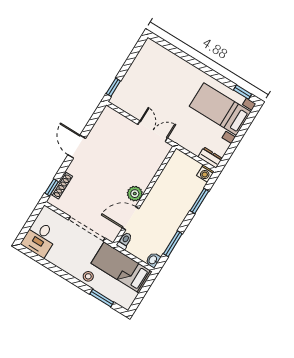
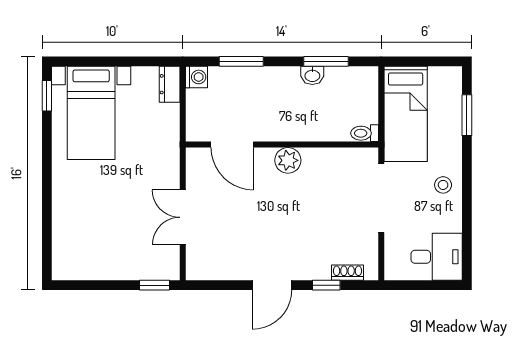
double door: (153, 131) -> (183, 217), moved
shoe rack: (62, 185) -> (348, 273), width x0.70
window: (52, 187) -> (326, 285), moved
door: (131, 218) -> (232, 145), moved
washbasin: (153, 260) -> (312, 75), moved
stool: (88, 276) -> (443, 185), moved

